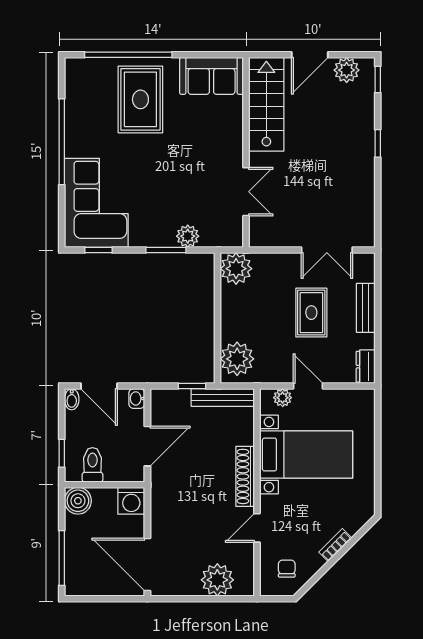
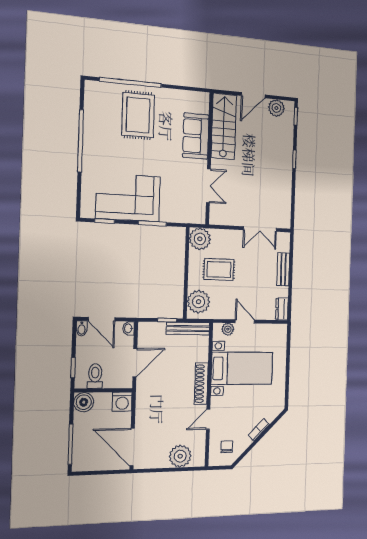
sofa: (212, 76) -> (196, 136), moved, turned 90
corner sofa: (96, 203) -> (128, 198), moved, turned -90
plant: (188, 236) -> (168, 214), removed
rug: (311, 313) -> (219, 269), moved, turned 90

